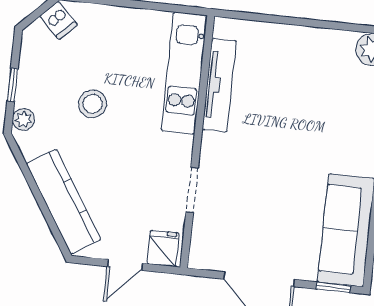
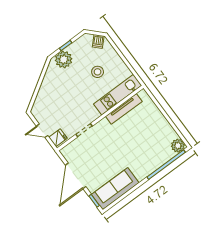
stool: (93, 104) -> (98, 72), moved
plant: (23, 120) -> (64, 60), width x1.87, depth x1.87
kitchen counter: (64, 201) -> (44, 94), removed

